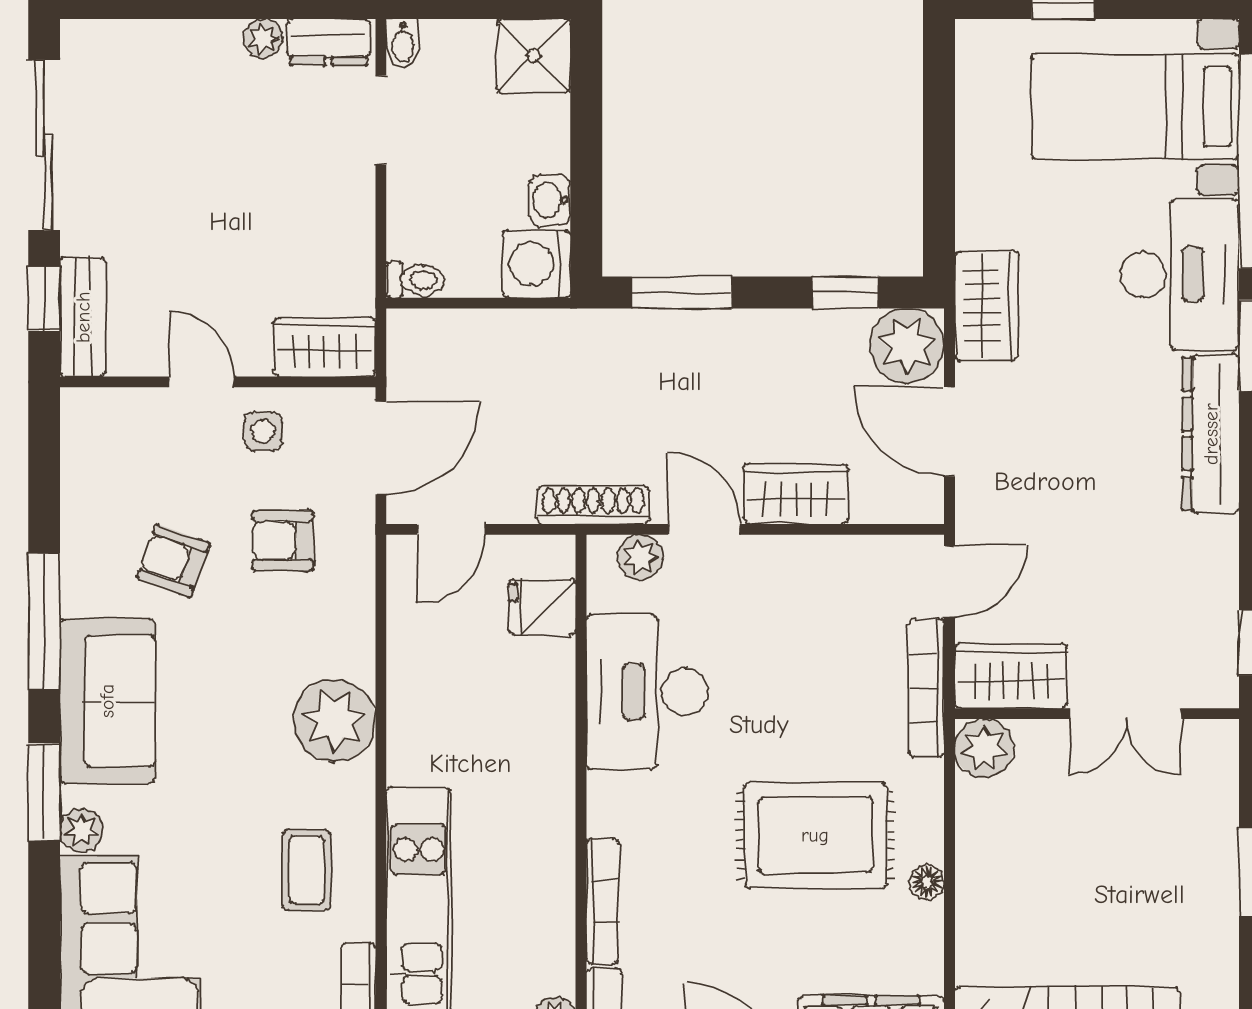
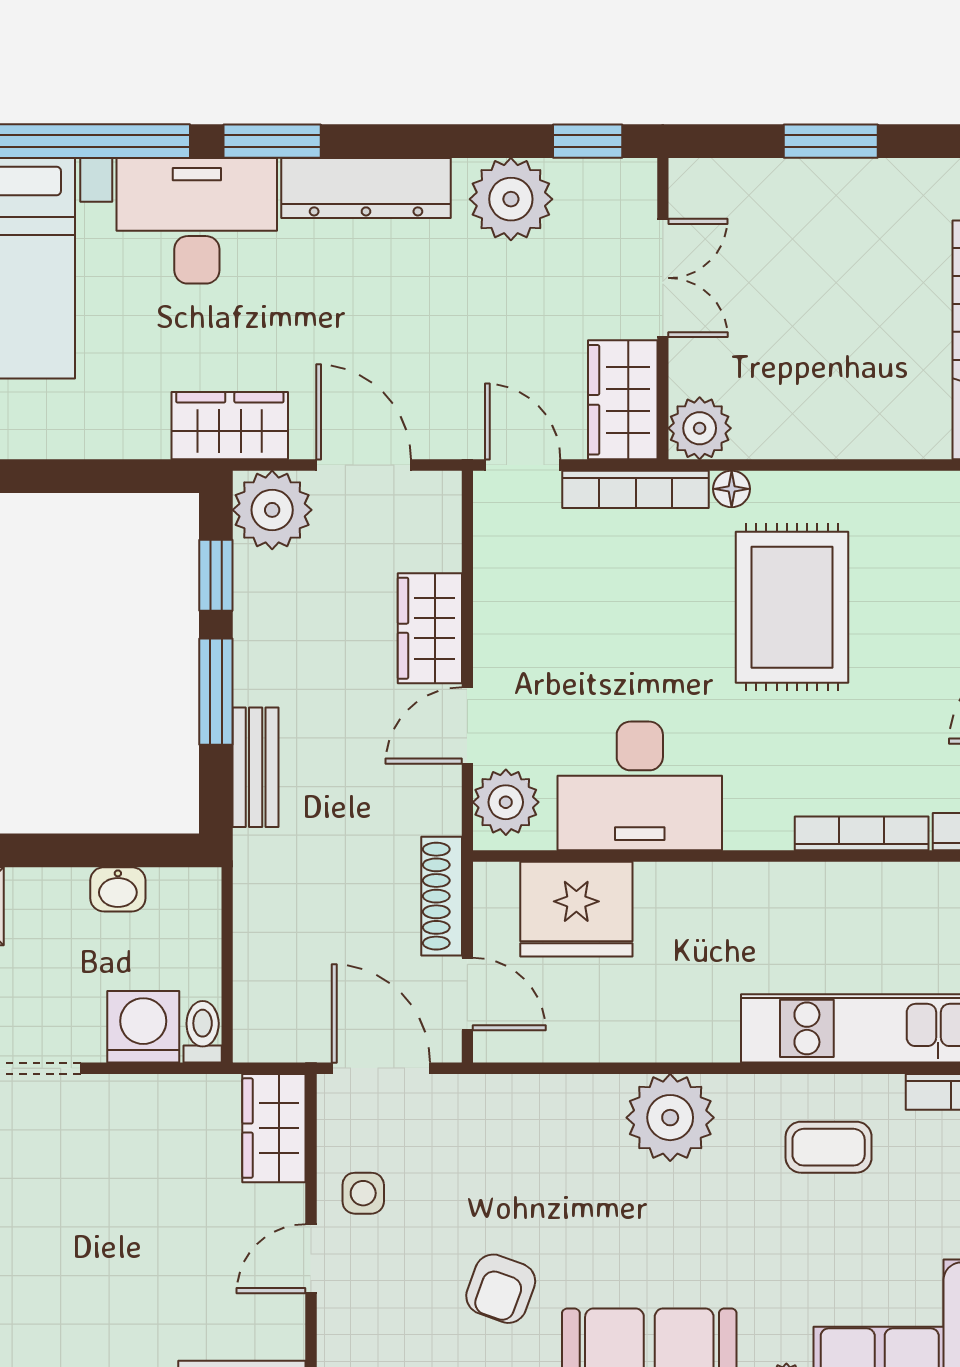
washing machine: (537, 264) -> (143, 1027), moved, turned 180
window: (682, 292) -> (216, 692), moved
bench: (665, 330) -> (256, 767), added
door: (949, 432) -> (364, 465), swing flipped
shoe rack: (593, 505) -> (442, 896), moved
armchair: (283, 541) -> (479, 1173), removed
plant: (640, 557) -> (506, 802), width x1.38, depth x1.38
plant: (1200, 570) -> (511, 199), added
fridge: (542, 607) -> (576, 909), width x1.88, depth x1.34
floor lamp: (927, 882) -> (732, 489), moved

